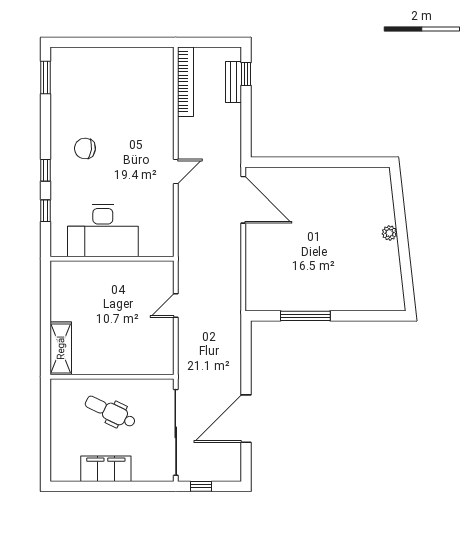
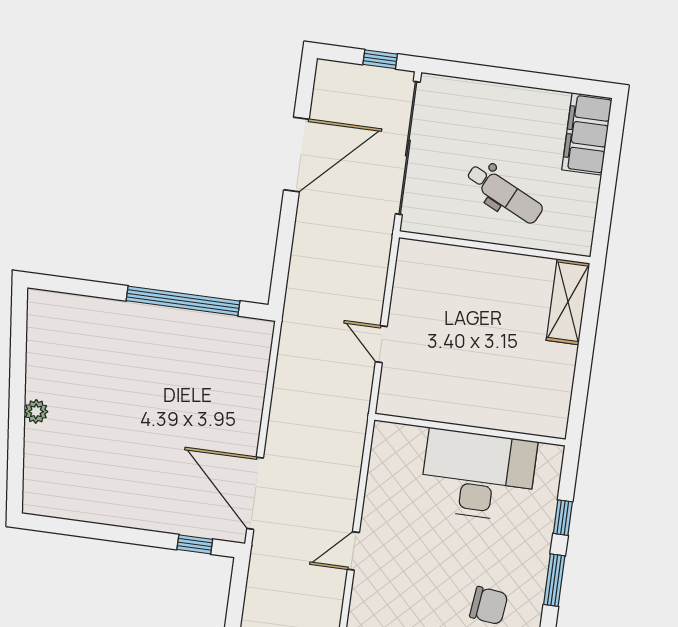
window: (277, 162) -> (195, 544), added
window: (45, 170) -> (554, 580), width x1.50
door: (176, 305) -> (381, 344), swing flipped
window: (305, 316) -> (183, 301), width x1.46
filing cabinet: (106, 469) -> (587, 134), moved, turned 90

